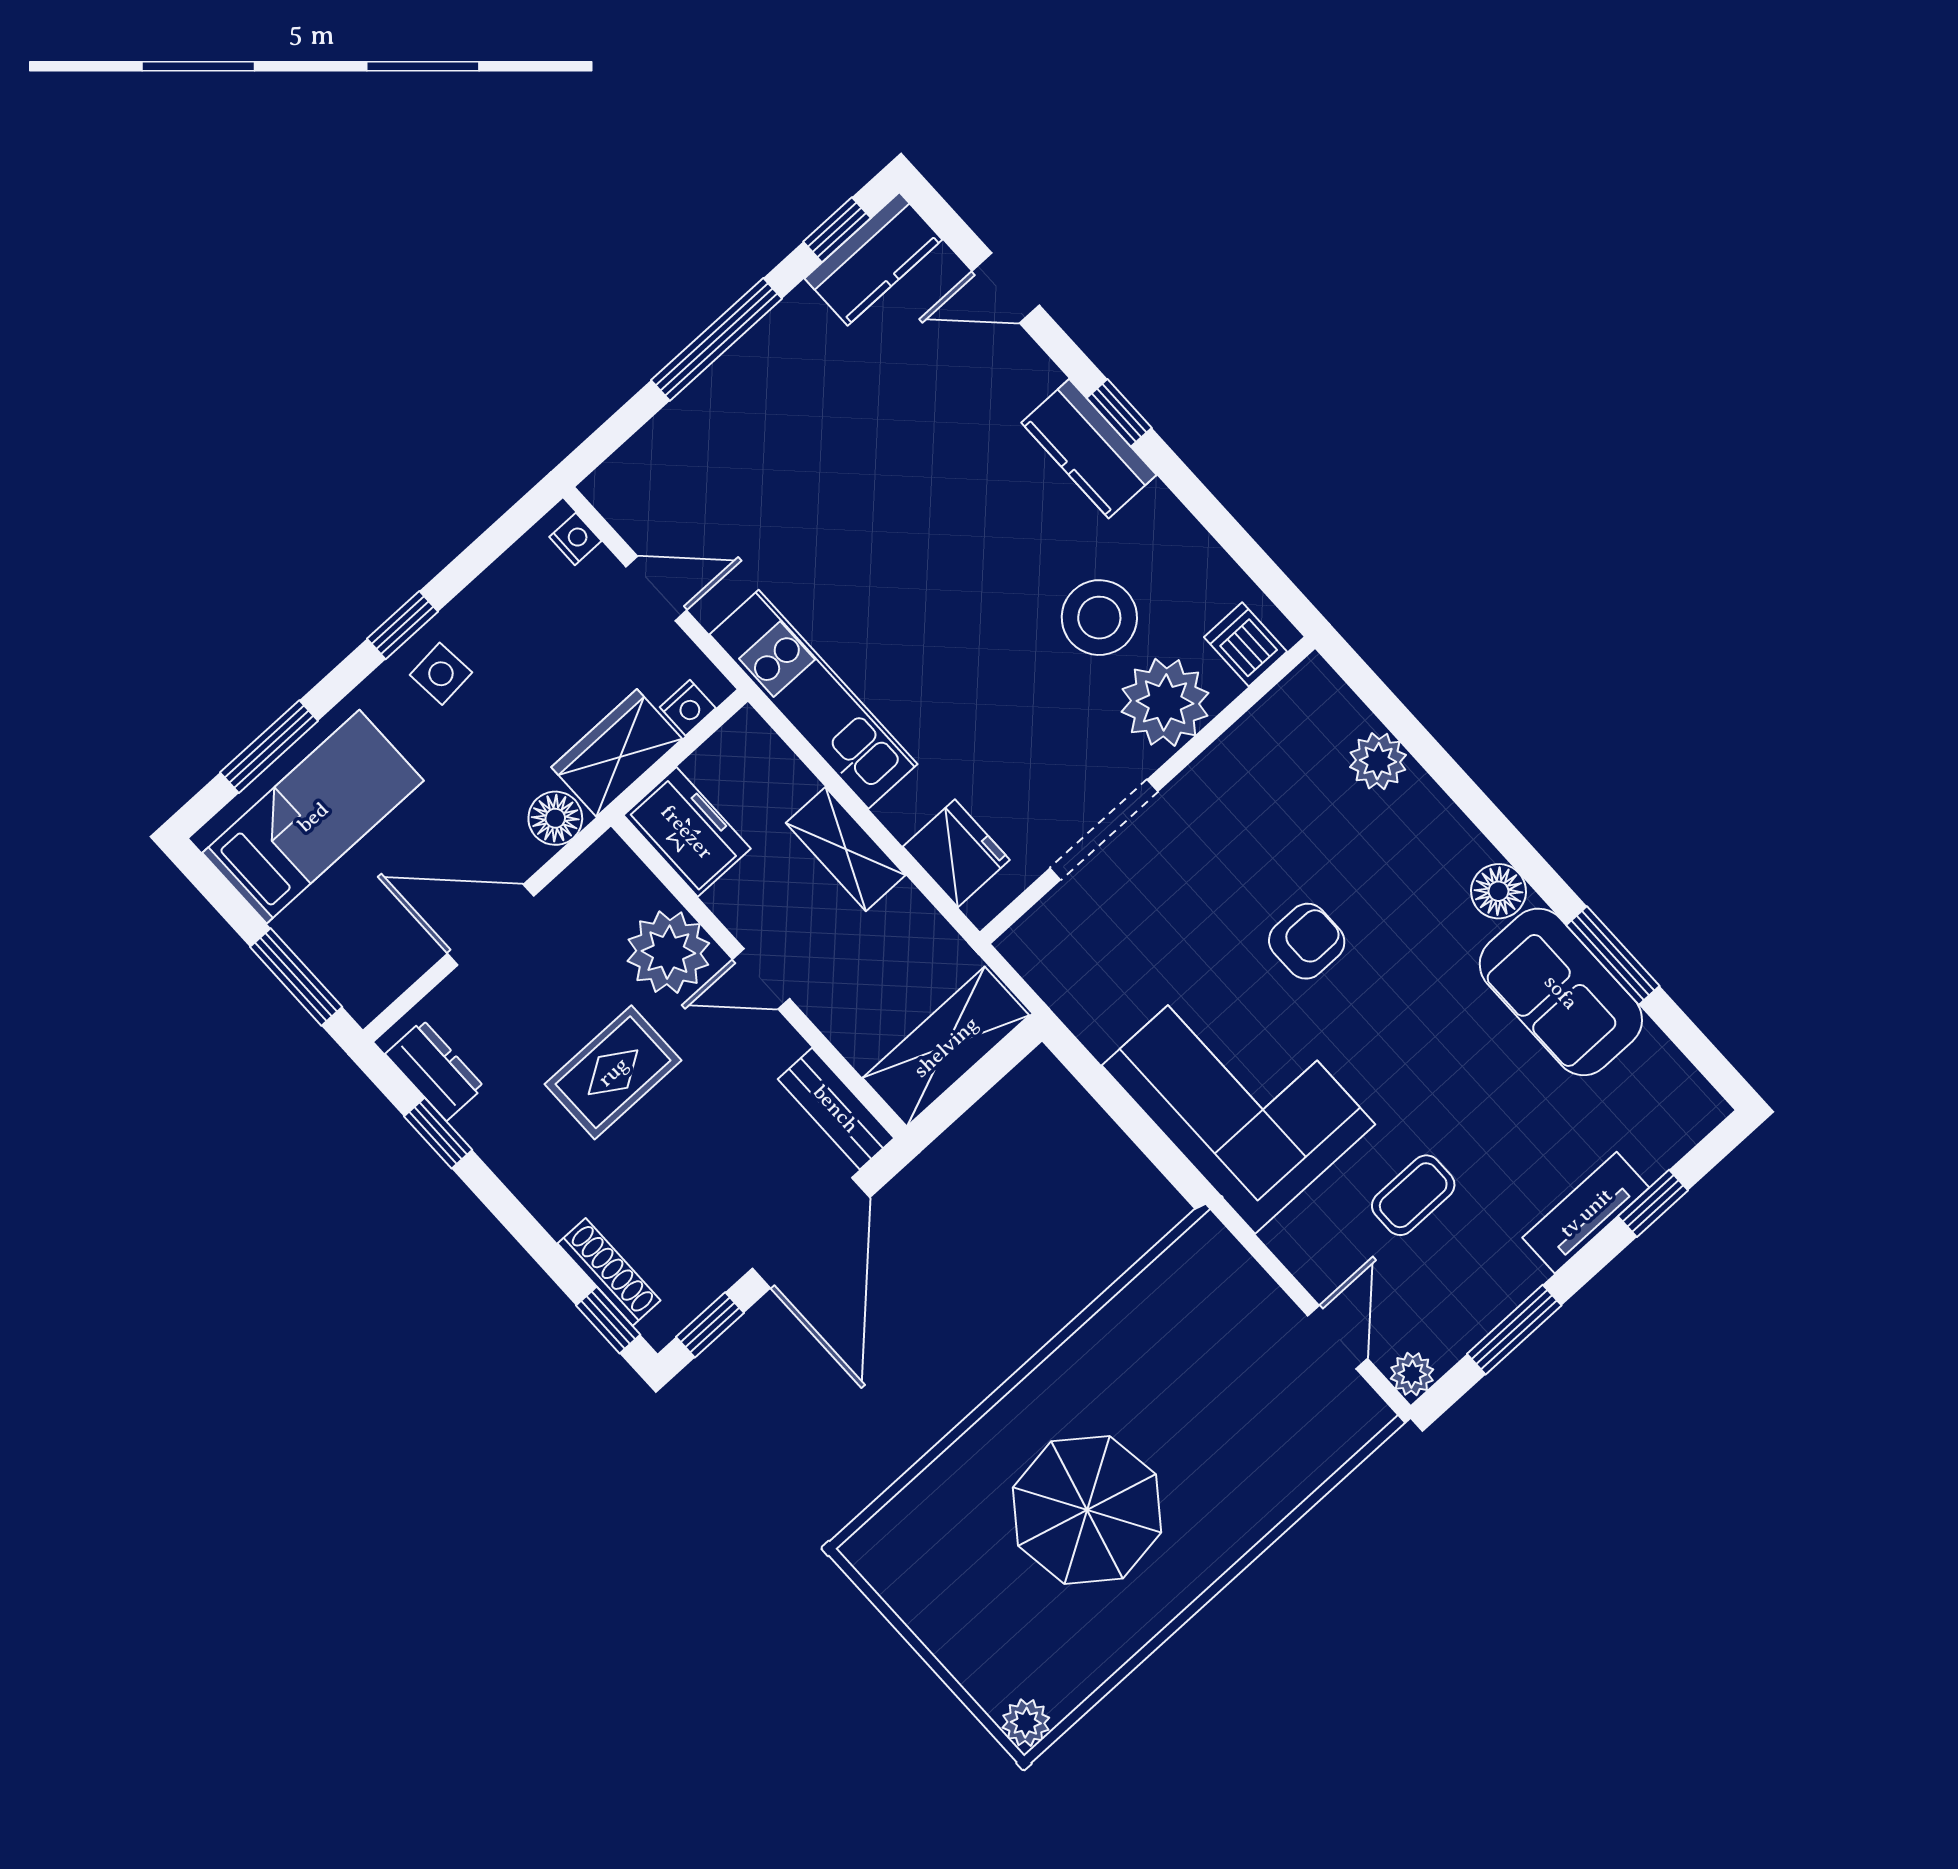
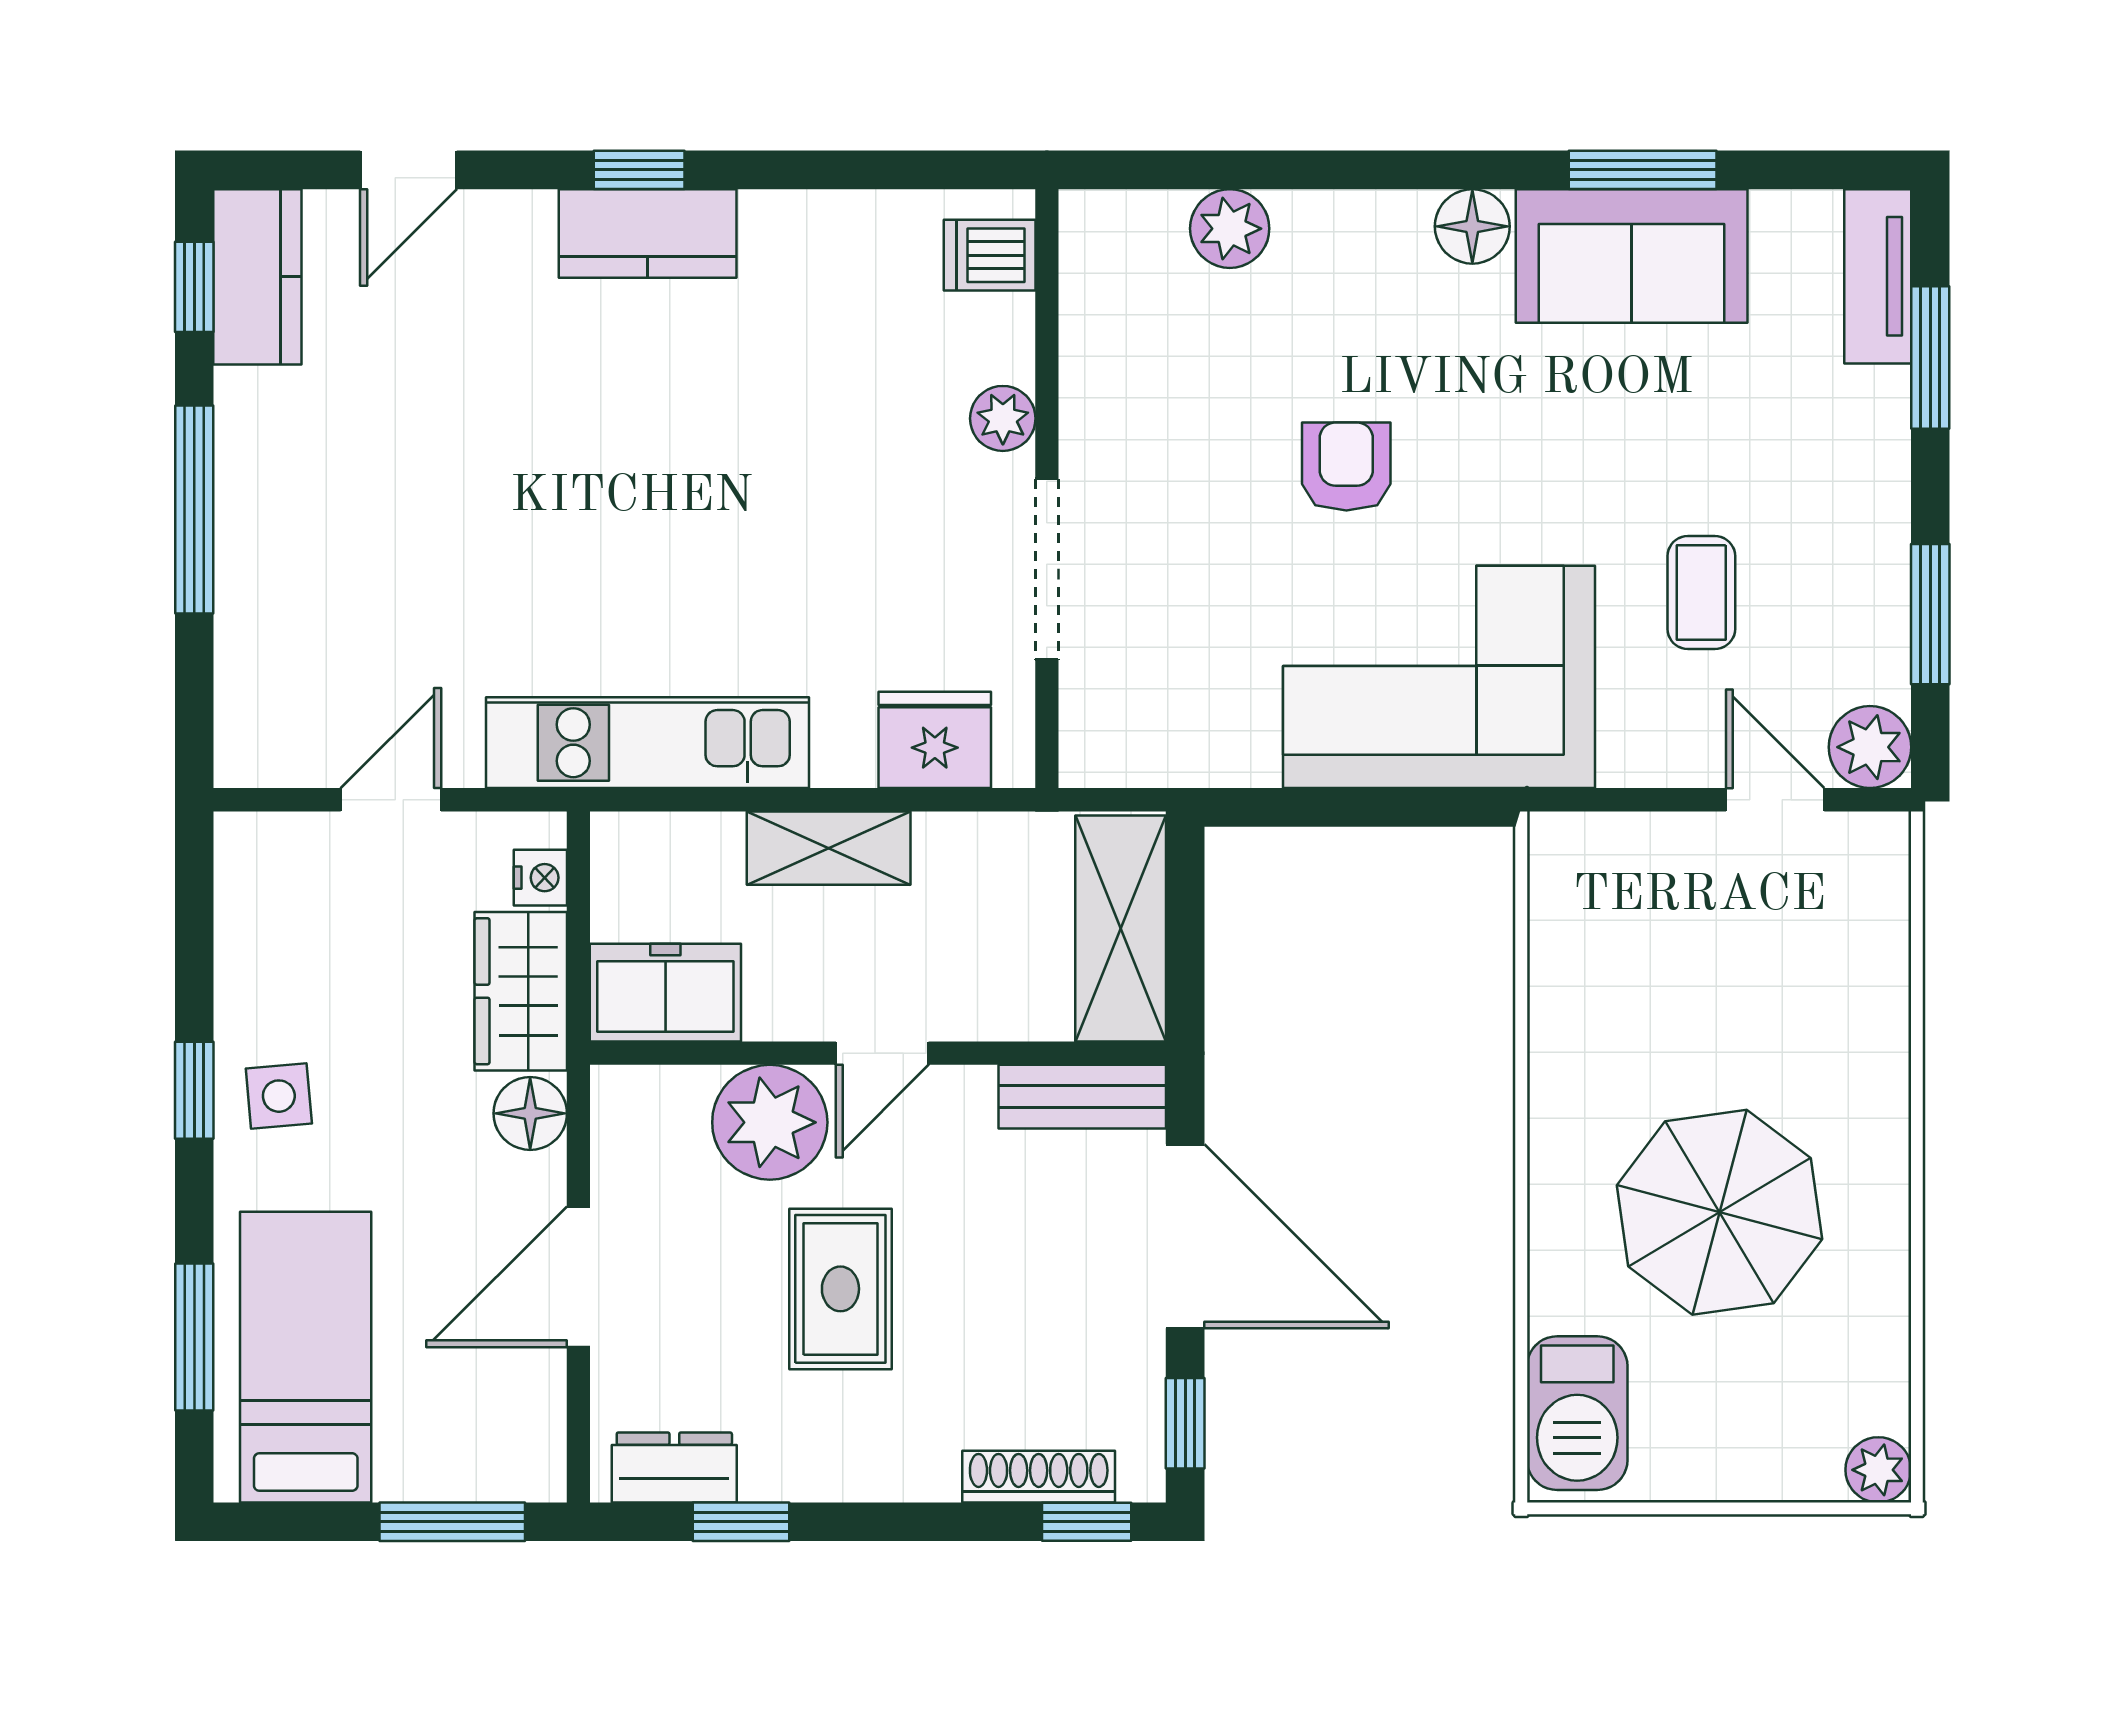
nightstand: (575, 539) -> (266, 836), removed
stool: (1099, 618) -> (828, 378), removed
plant: (1165, 702) -> (1003, 418), width x0.53, depth x0.53
window: (1653, 1203) -> (1930, 357), width x1.50
tv unit: (1586, 1213) -> (1878, 276), moved
plant: (1412, 1374) -> (1870, 747), width x1.38, depth x1.38
barbecue: (908, 1532) -> (1577, 1413), added

